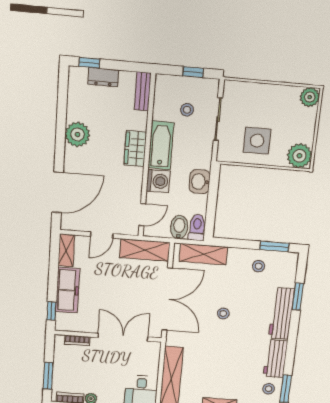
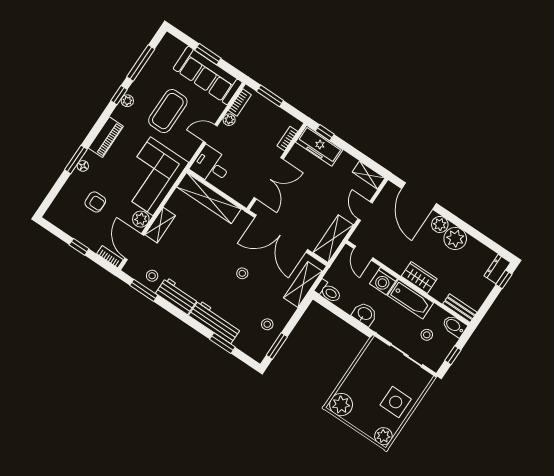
dresser: (103, 77) -> (497, 269), moved
side table: (257, 141) -> (396, 402), moved
plant: (73, 157) -> (440, 224), added
bidet: (179, 227) -> (454, 326), moved, turned 180
freezer: (68, 290) -> (319, 146), moved

